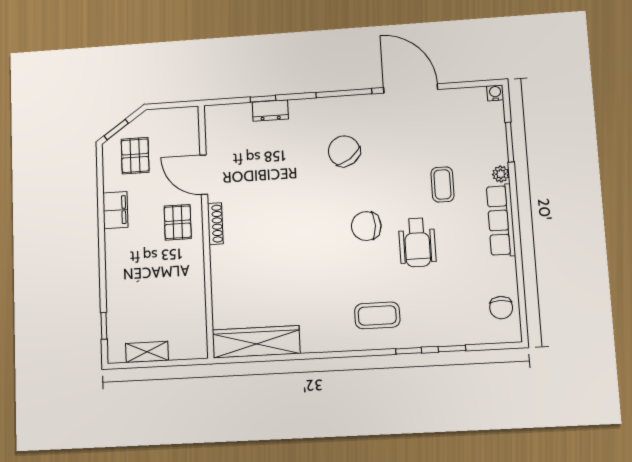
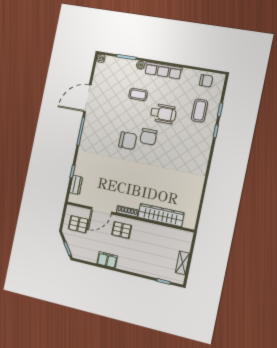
dresser: (270, 111) -> (76, 185), moved
chair: (344, 151) -> (128, 141), moved, turned -144
pallet: (135, 156) -> (78, 224), moved
coffee table: (377, 315) -> (200, 111), moved
wardrobe: (256, 342) -> (161, 215), moved, turned 90

